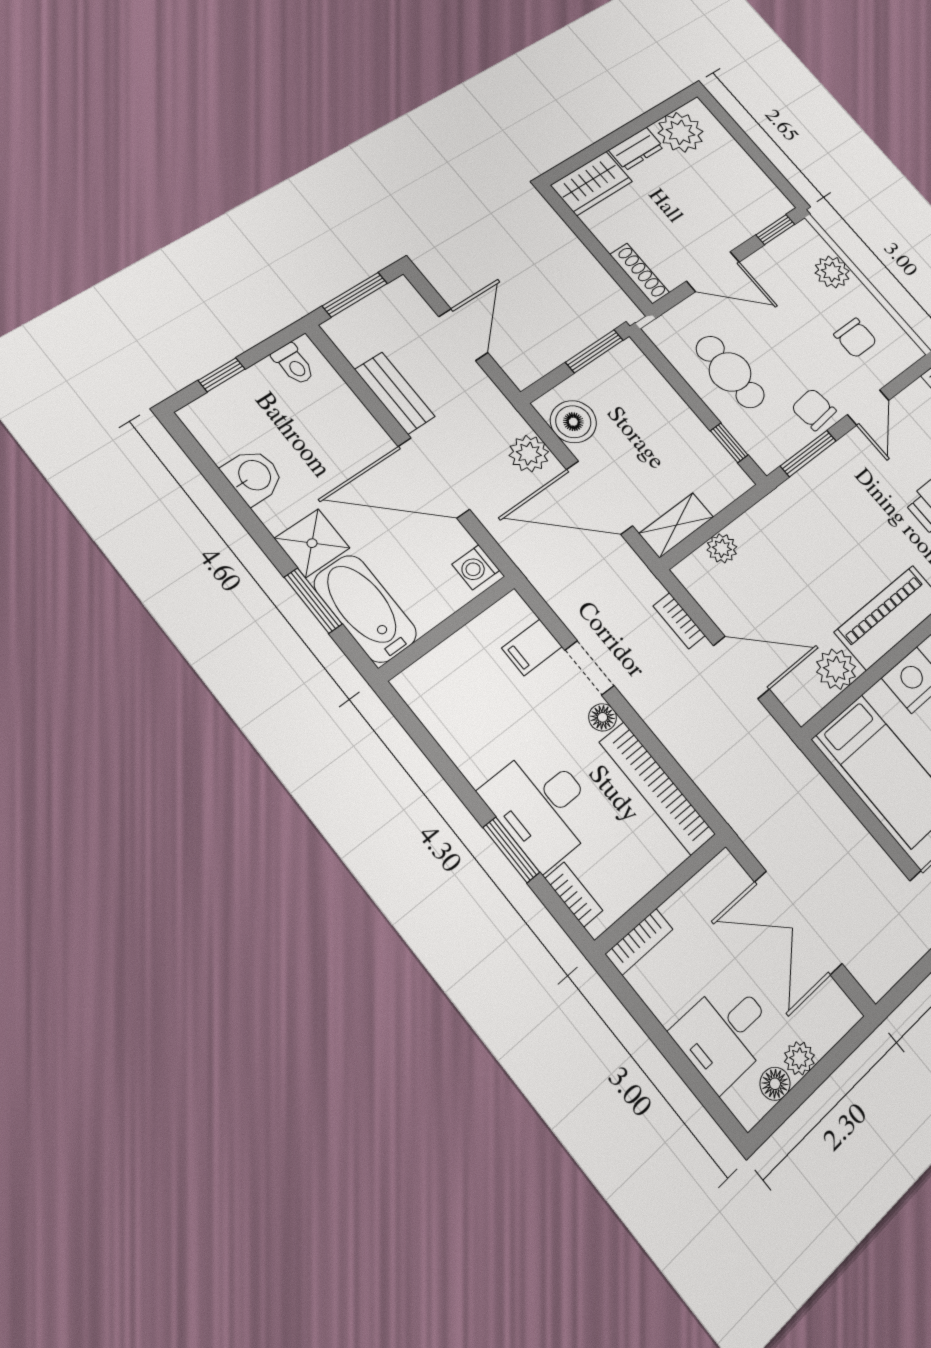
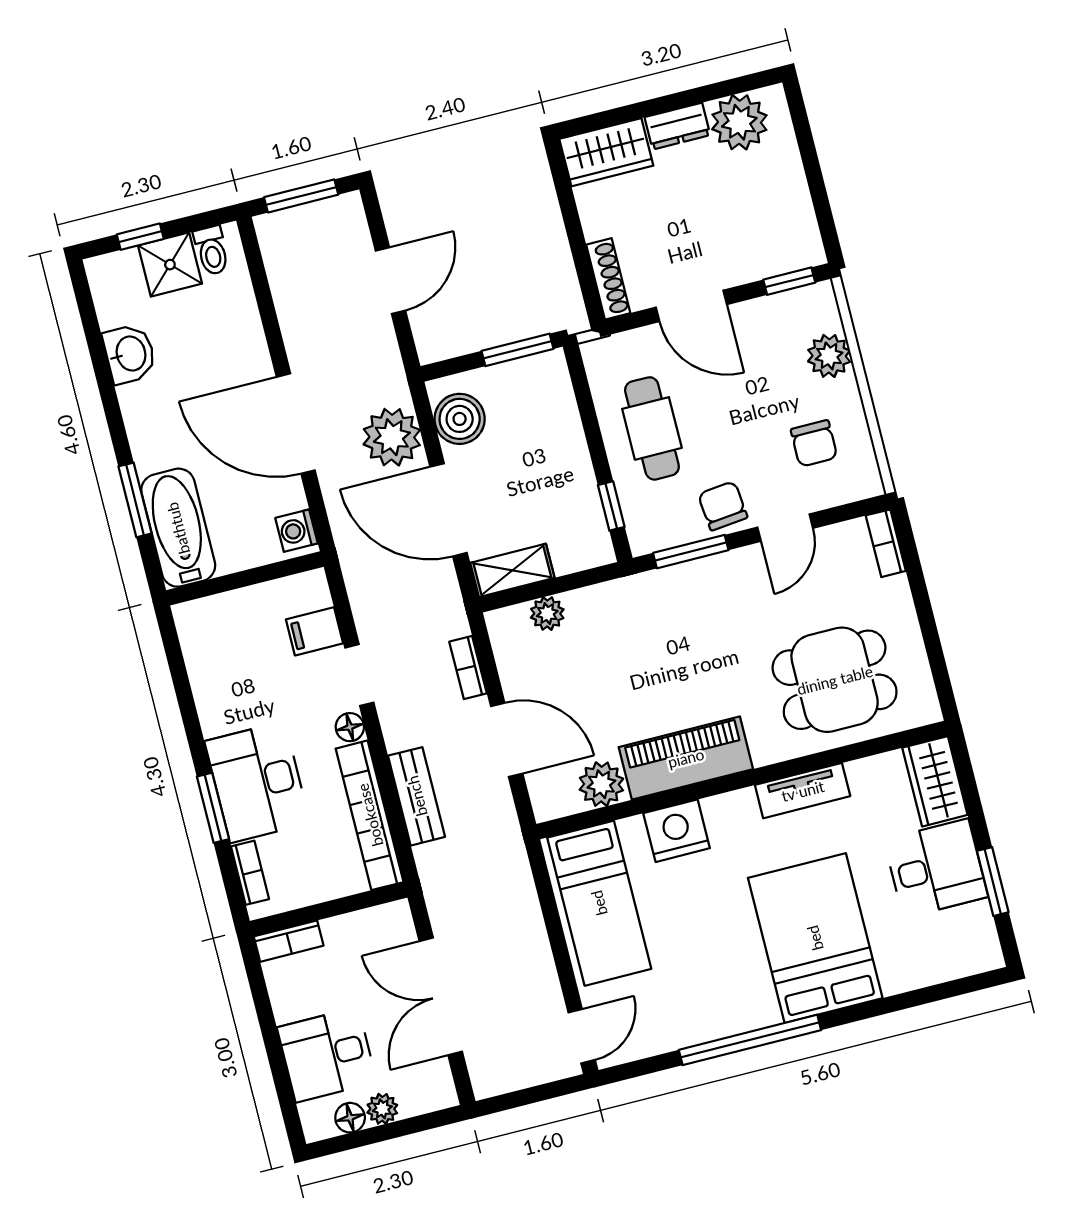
bench: (395, 393) -> (417, 796), moved
plant: (529, 454) -> (392, 437), width x1.36, depth x1.36
shower: (312, 543) -> (170, 265), moved

